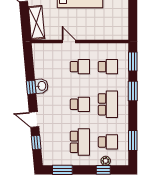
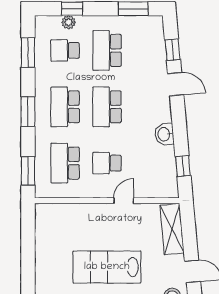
door: (69, 42) -> (124, 201), swing flipped
school desk: (108, 67) -> (65, 163), width x1.85
window: (31, 87) -> (183, 166), moved
window: (133, 91) -> (28, 111), moved
school desk: (80, 104) -> (107, 107), width x1.85

